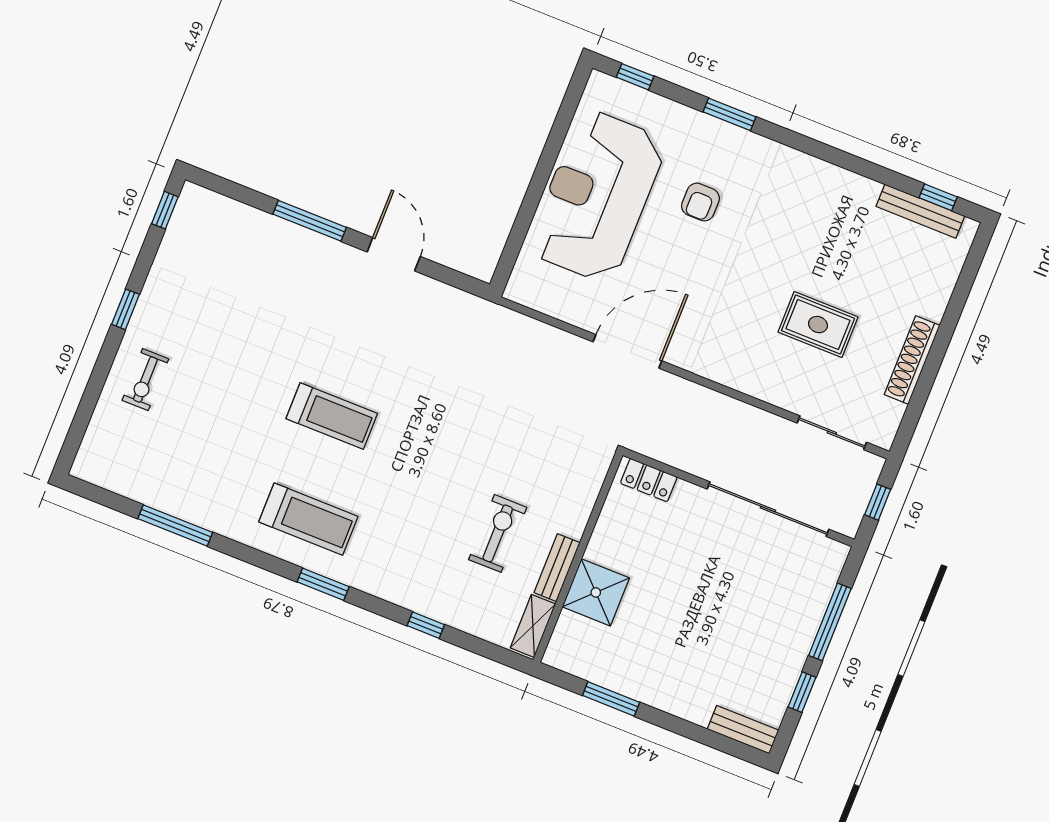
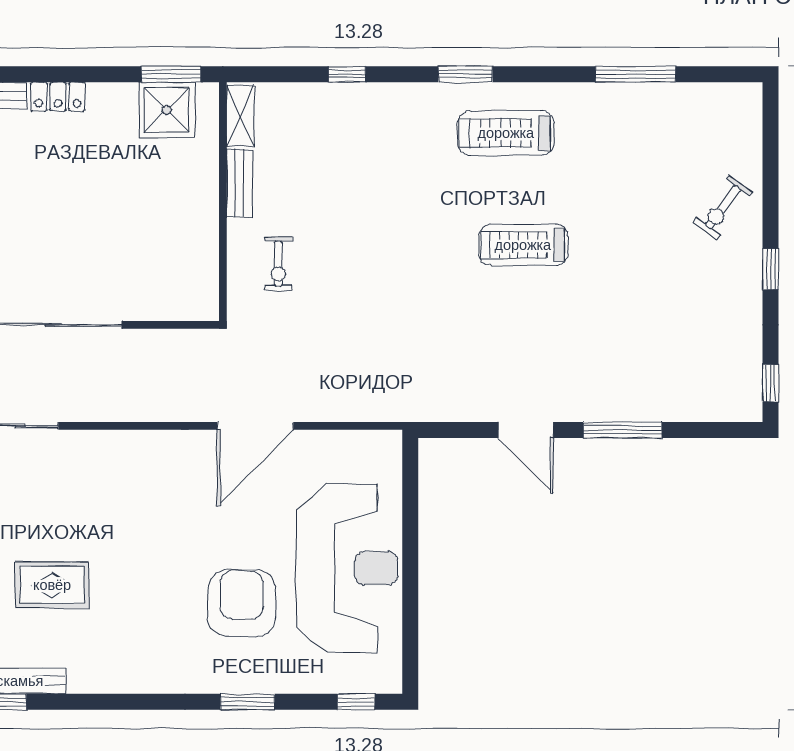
armchair: (700, 202) -> (242, 603), width x1.88, depth x1.88
rug: (818, 325) -> (52, 585), moved
exercise bike: (145, 380) -> (723, 207), turned -143
locker: (649, 480) -> (58, 97), moved, turned 180
exercise bike: (498, 533) -> (278, 264), moved, width x0.73, depth x0.72
shower: (596, 592) -> (167, 110), moved
window: (611, 699) -> (171, 74), moved

